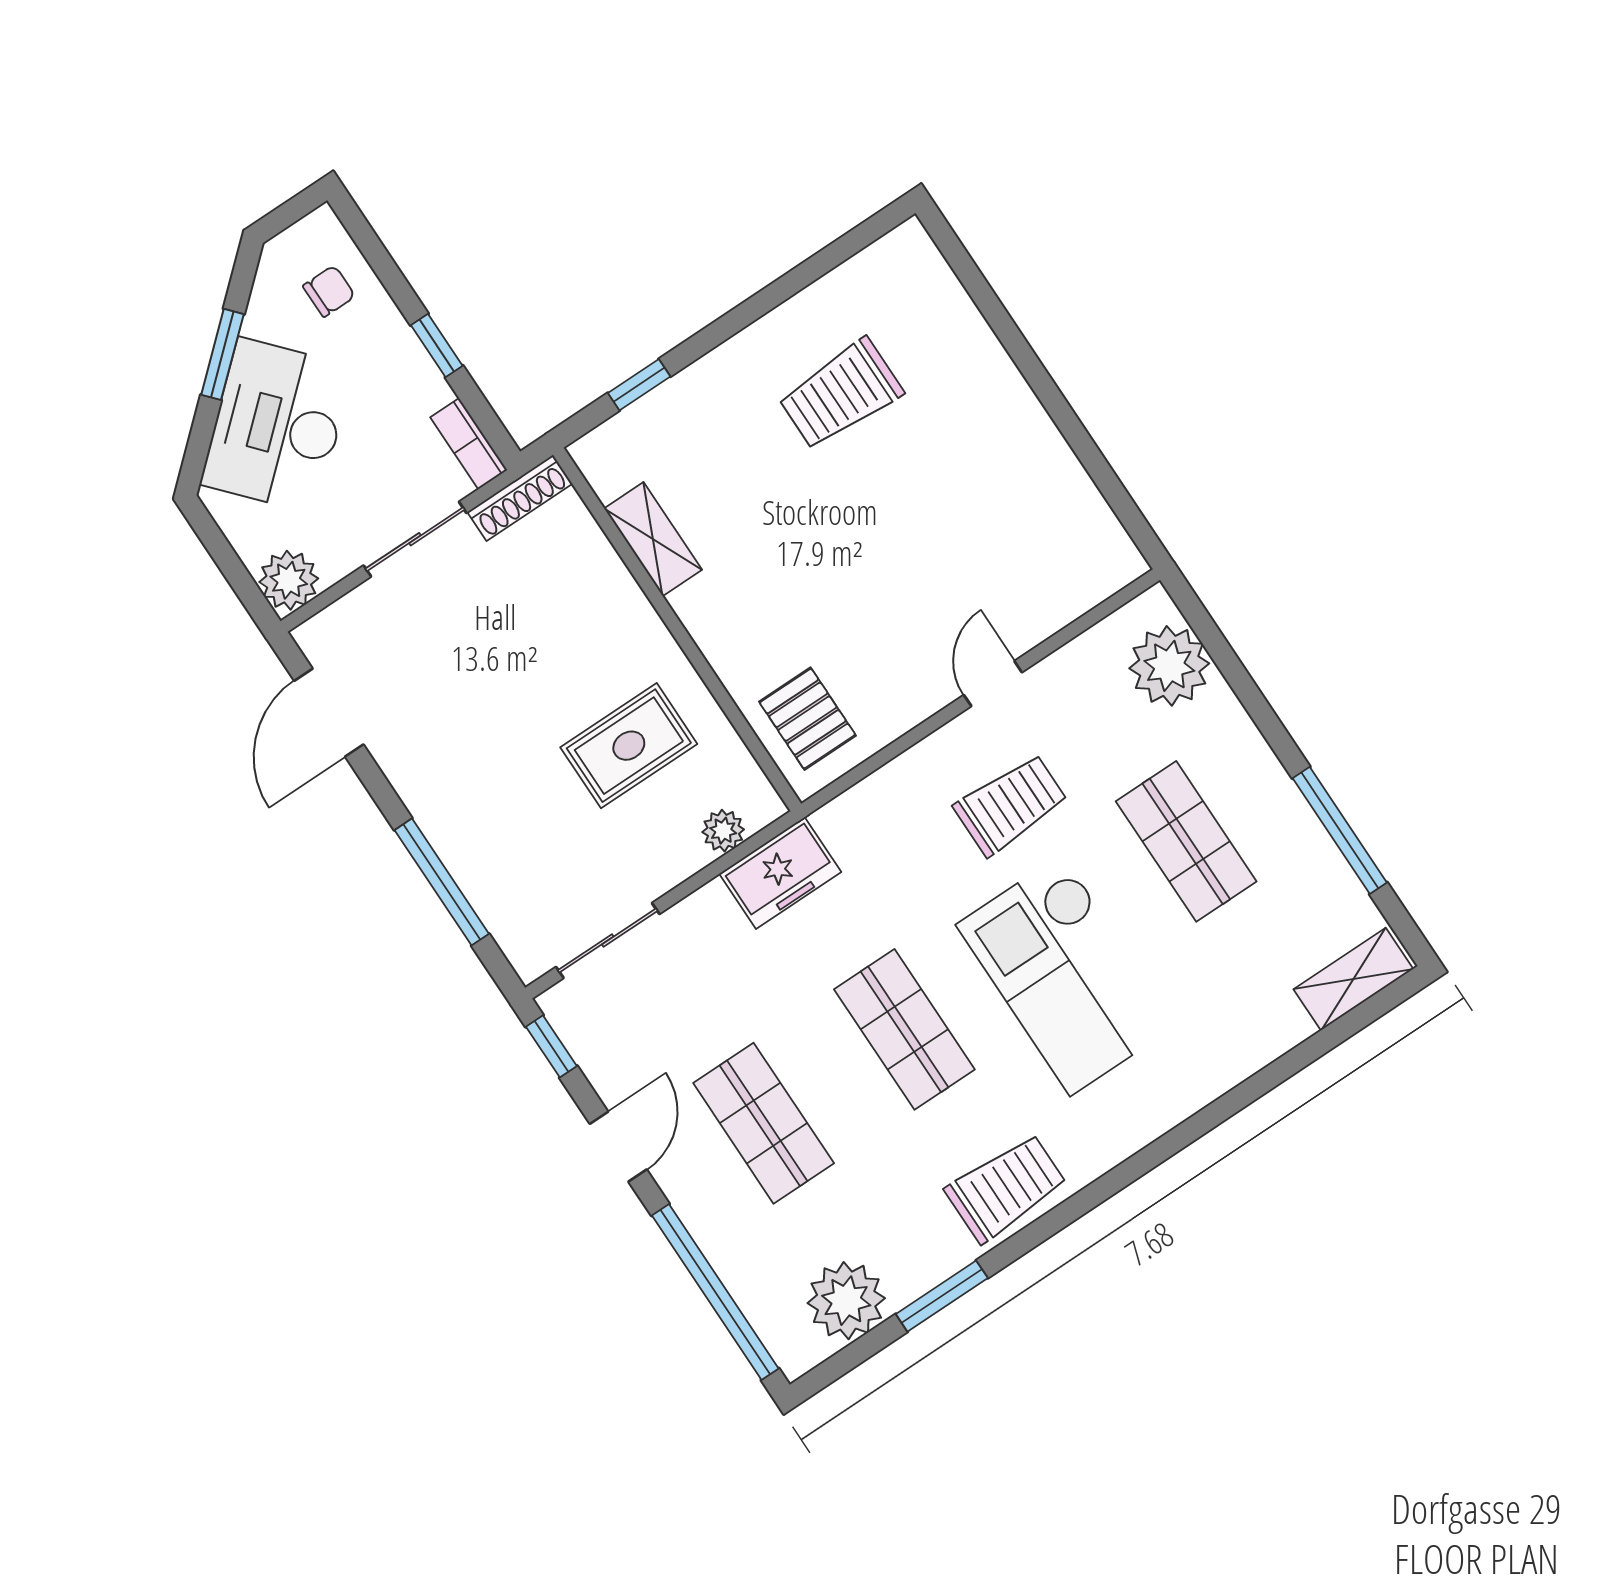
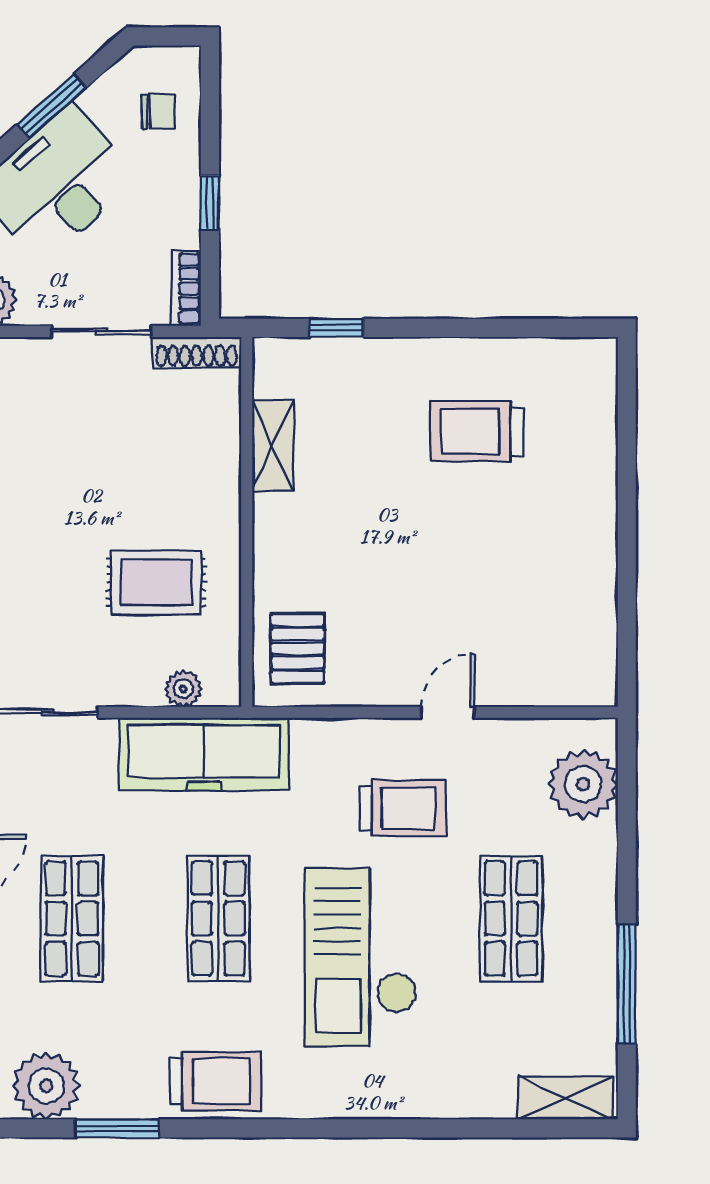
freezer: (780, 873) -> (204, 754), width x1.91, depth x1.26

